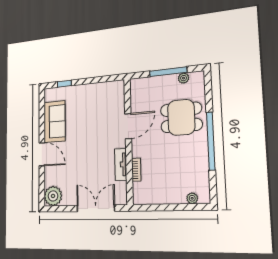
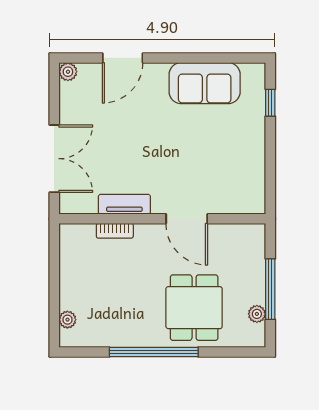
door: (42, 154) -> (123, 58), moved
plant: (53, 196) -> (68, 72), width x0.53, depth x0.53

